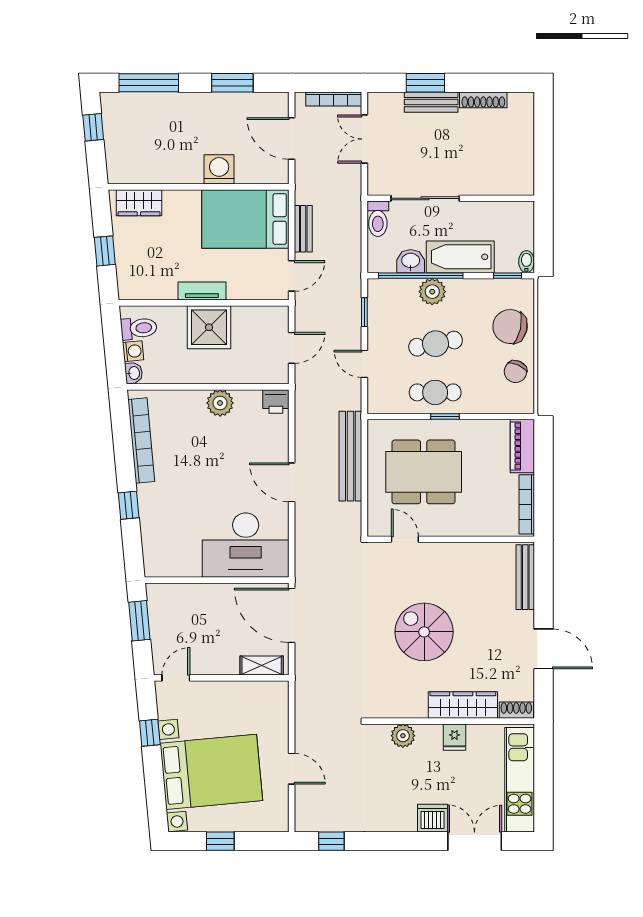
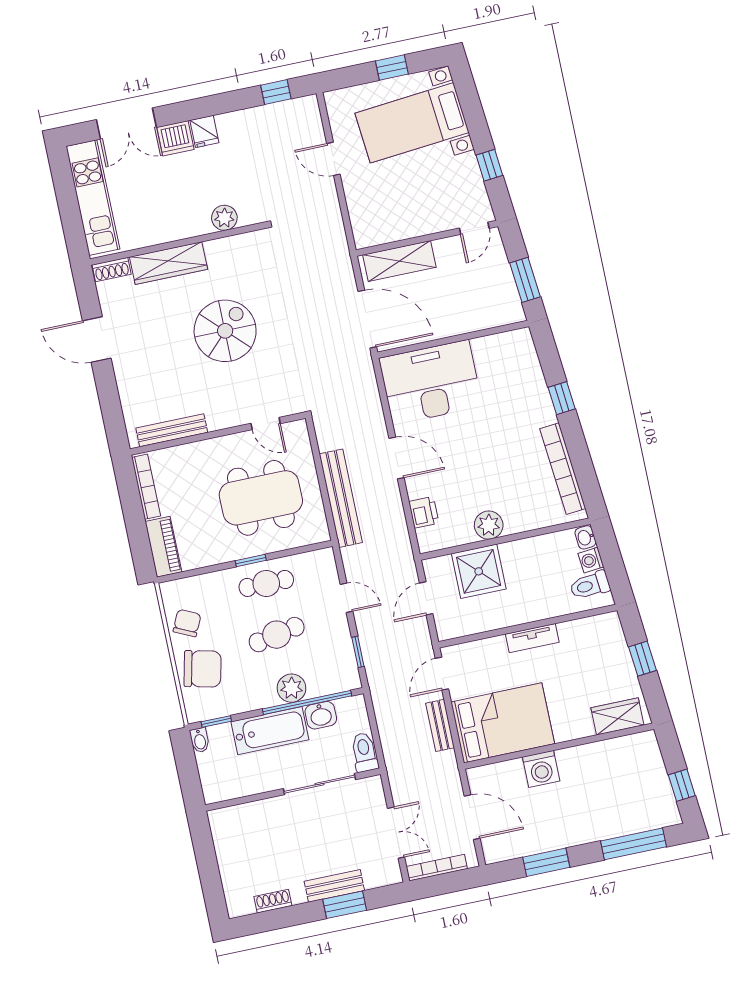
shoe rack: (483, 100) -> (273, 901), width x0.70
shower: (209, 327) -> (479, 571), moved
printer: (276, 401) -> (424, 512), moved, turned 90
bench: (525, 577) -> (172, 430), moved, turned 90
spiral stairs: (424, 632) -> (225, 331), turned -90
shelving: (262, 665) -> (399, 261), width x1.50, depth x1.33
fridge: (455, 737) -> (204, 131), moved, turned 180
bed with nightstands: (211, 772) -> (412, 123), width x0.73

